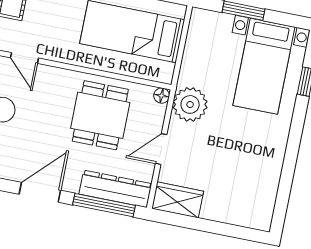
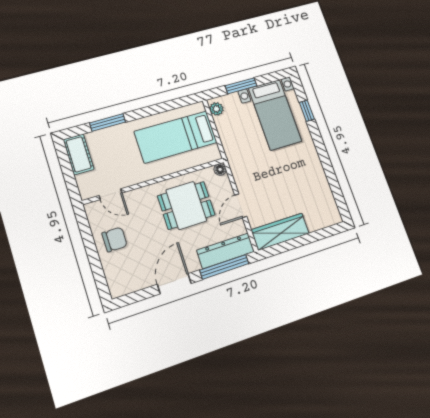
plant: (190, 104) -> (216, 109), moved, width x0.53, depth x0.53
dining table: (100, 115) -> (186, 205), turned 90
wardrobe: (178, 200) -> (280, 232), width x1.50

